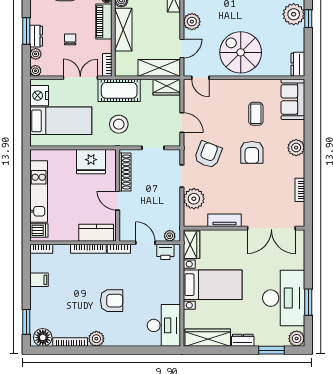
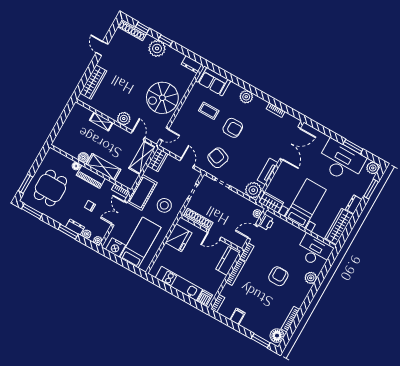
door: (182, 123) -> (187, 163), hinge flipped
plant: (194, 199) -> (253, 190), moved
plant: (96, 339) -> (311, 278), moved

